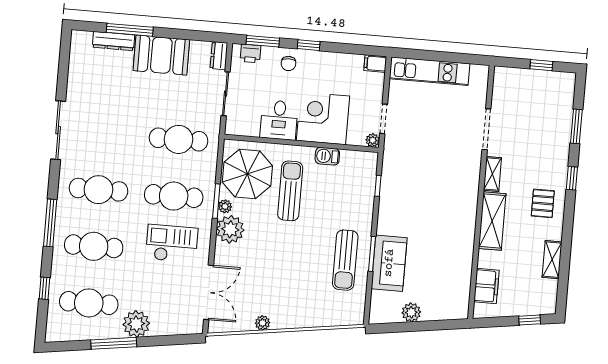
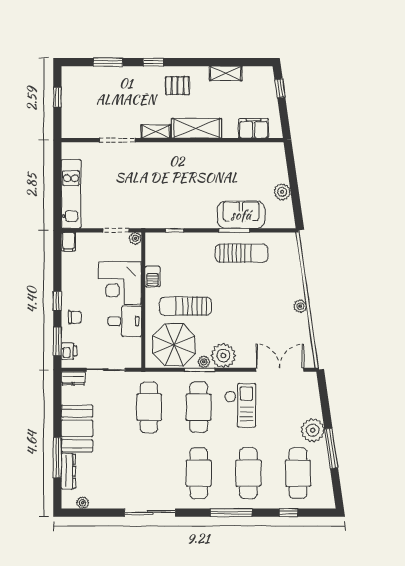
plant: (76, 54) -> (83, 503), added
checkout: (172, 244) -> (240, 405), turned 180
plant: (262, 323) -> (300, 306), moved

